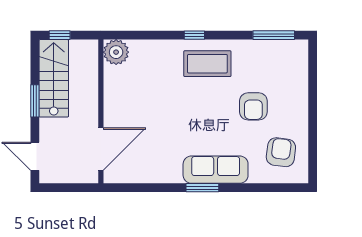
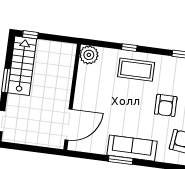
plant: (116, 52) -> (89, 55), moved
wall: (101, 111) -> (72, 97), moved
door: (101, 149) -> (68, 124), moved

